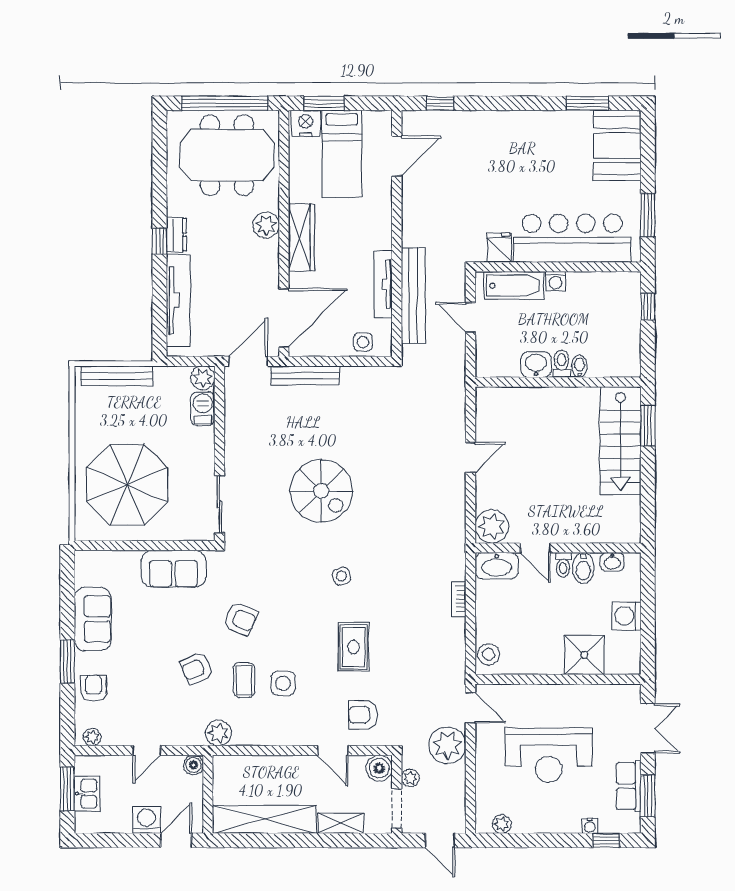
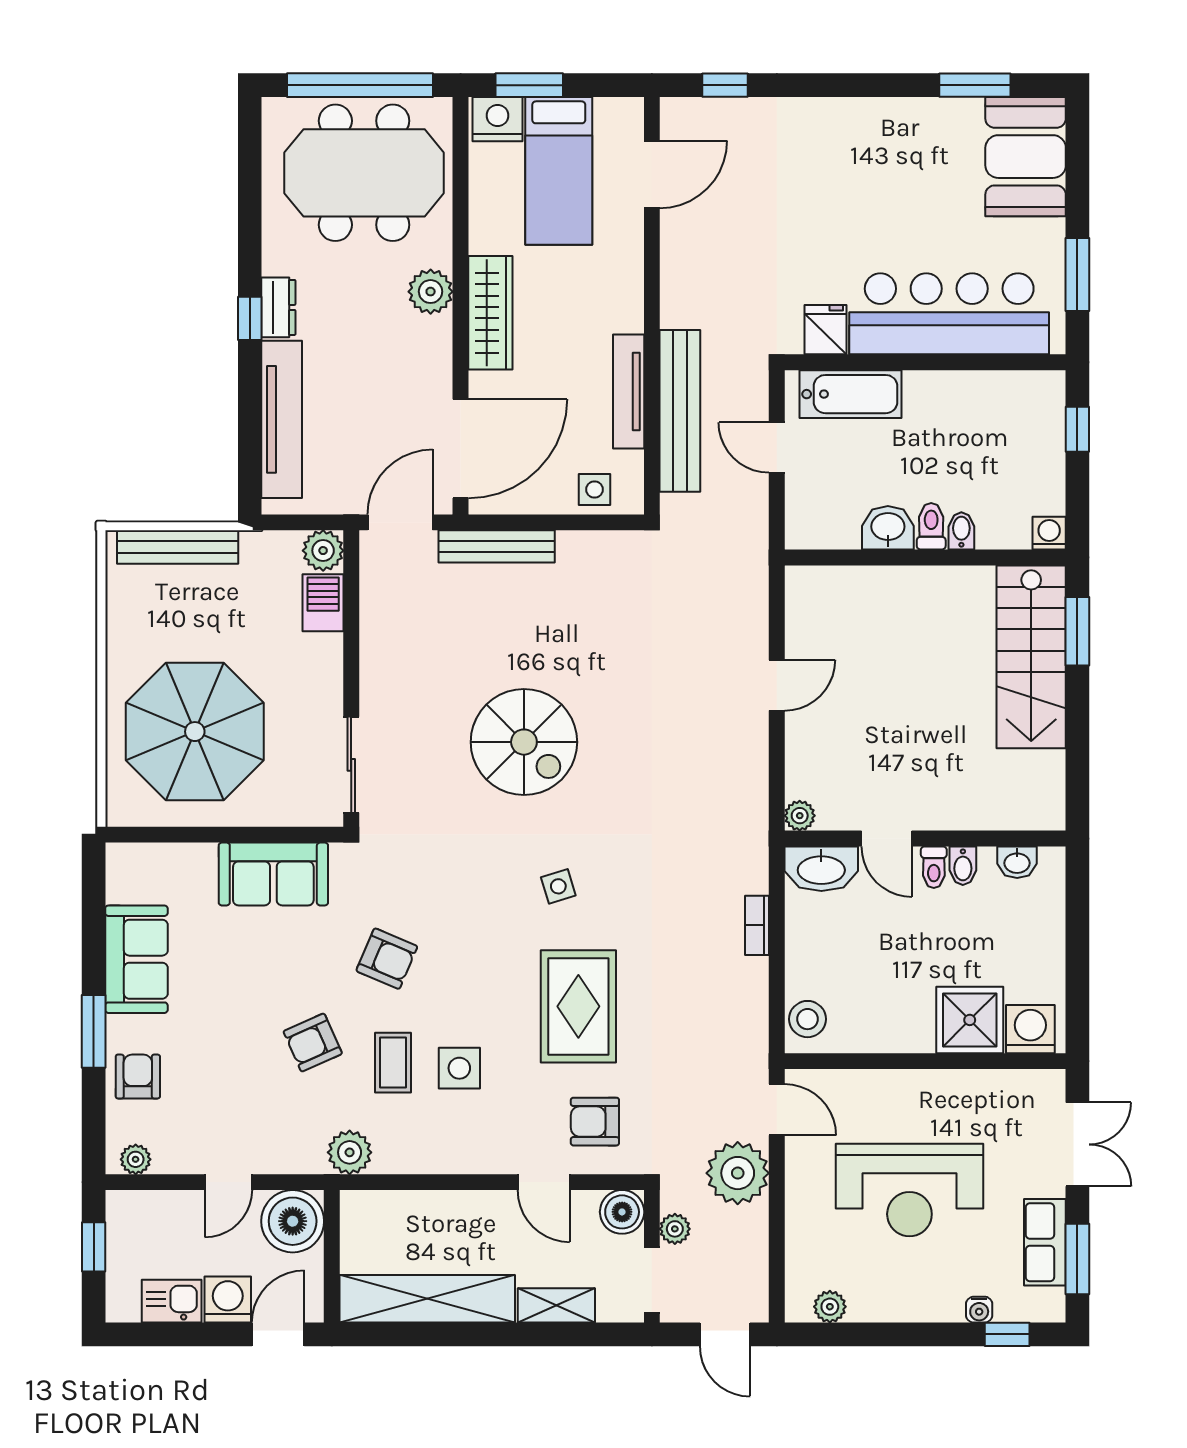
washing machine: (556, 281) -> (1049, 533), moved, turned 180
plant: (492, 527) -> (800, 816), width x0.53, depth x0.53
bidet: (583, 568) -> (963, 866), width x0.72, depth x0.74
washing machine: (627, 616) -> (1030, 1029), moved, turned 90
rug: (353, 647) -> (578, 1006), width x1.36, depth x1.43
boiler: (193, 765) -> (293, 1221), width x1.86, depth x1.86
window: (67, 789) -> (94, 1247), width x0.67
kitchen sink: (87, 794) -> (172, 1301), moved, turned -90

